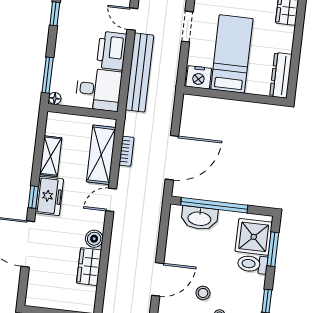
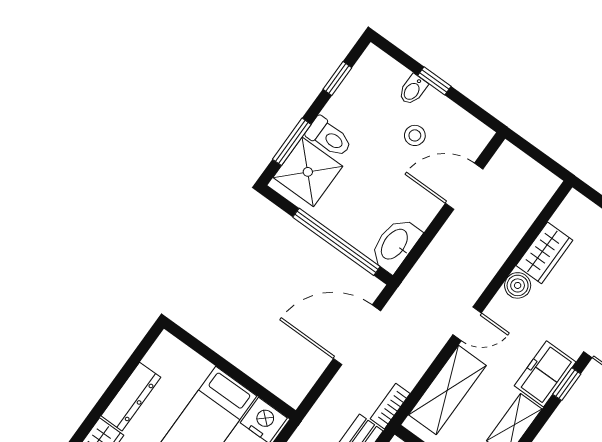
dresser: (281, 75) -> (131, 397), moved
bookcase: (126, 151) -> (390, 406), moved
washbasin: (199, 218) -> (395, 245), moved, turned -90

